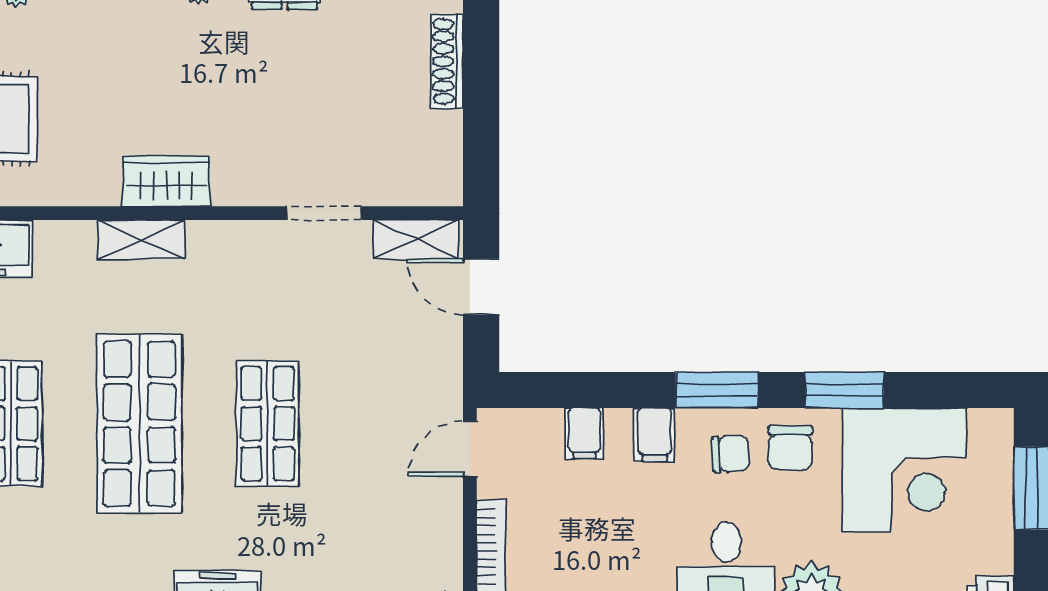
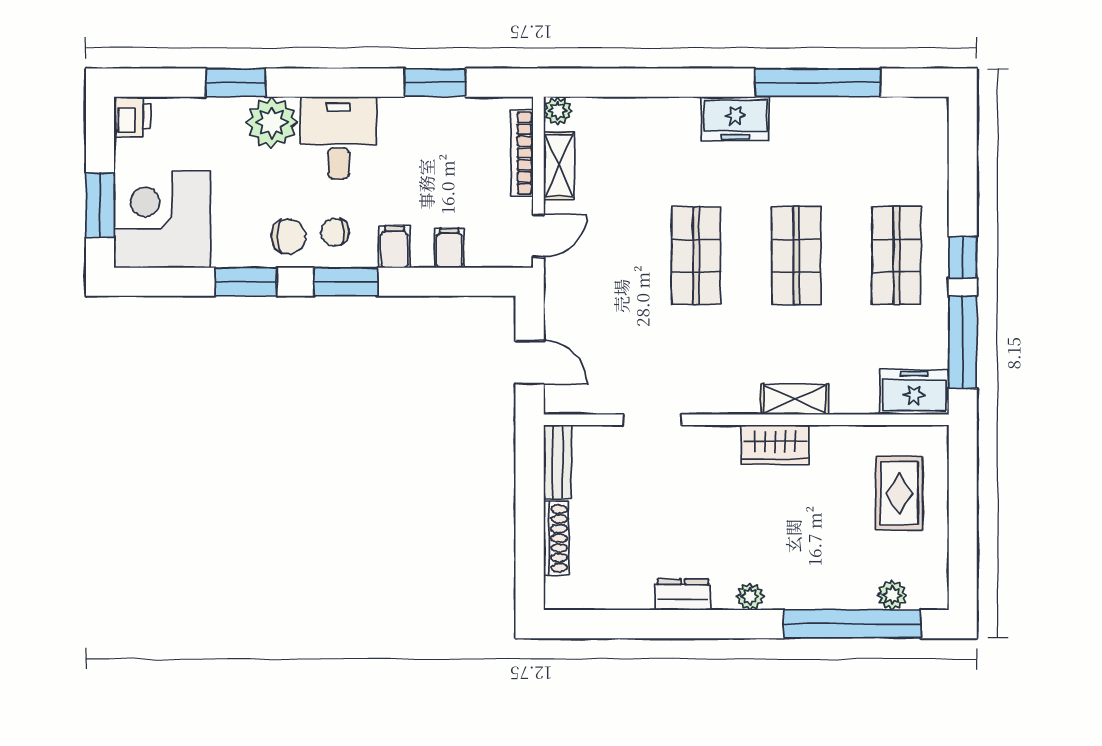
bench: (445, 159) -> (558, 462), added
shelving: (416, 239) -> (559, 166), moved, turned 90
shop shelf: (139, 424) -> (796, 256), width x0.70, depth x0.74
chair: (790, 448) -> (288, 237), turned 90
corner desk: (904, 470) -> (162, 219), moved

